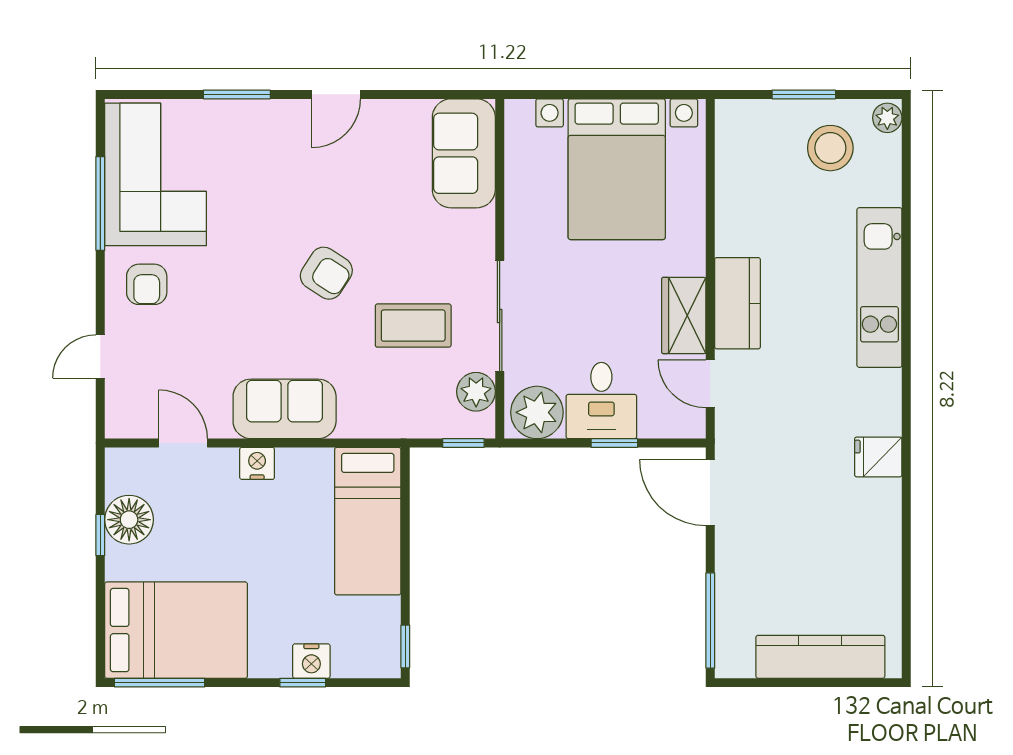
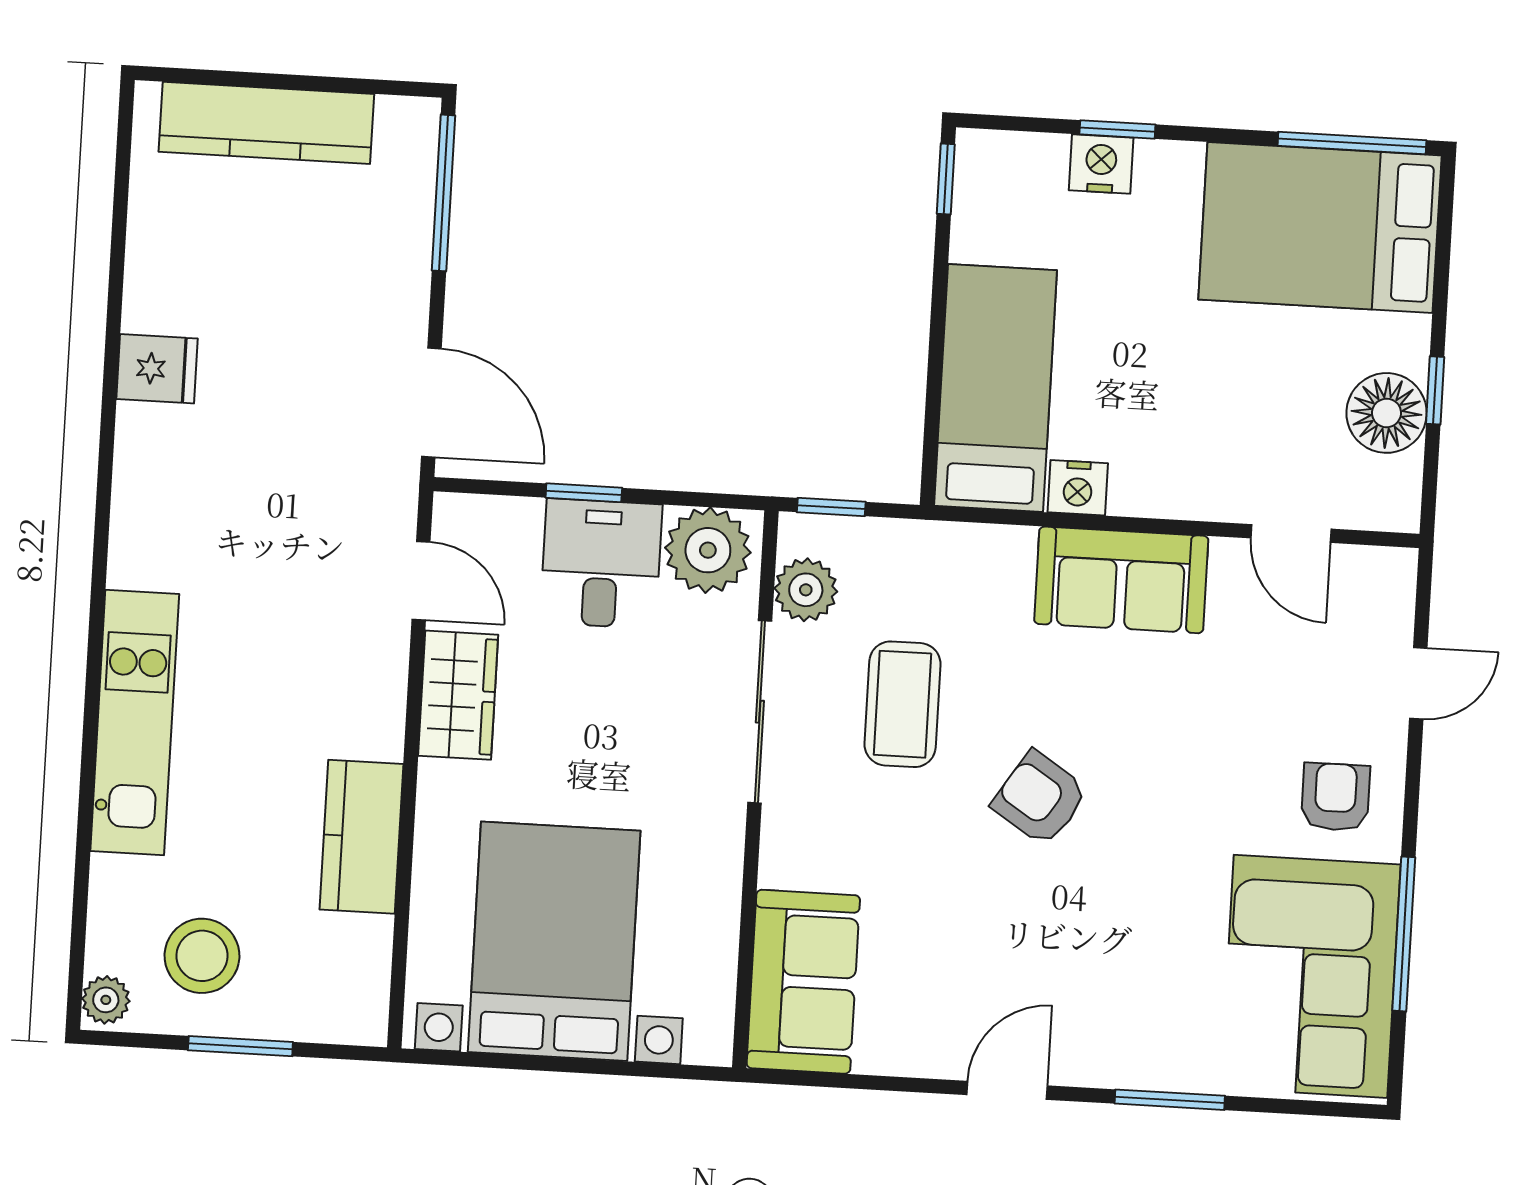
kitchen counter: (737, 303) -> (362, 837), moved
coffee table: (413, 326) -> (903, 704), turned 90
fridge: (878, 457) -> (157, 369), moved
nightstand: (257, 463) -> (1078, 488), moved

